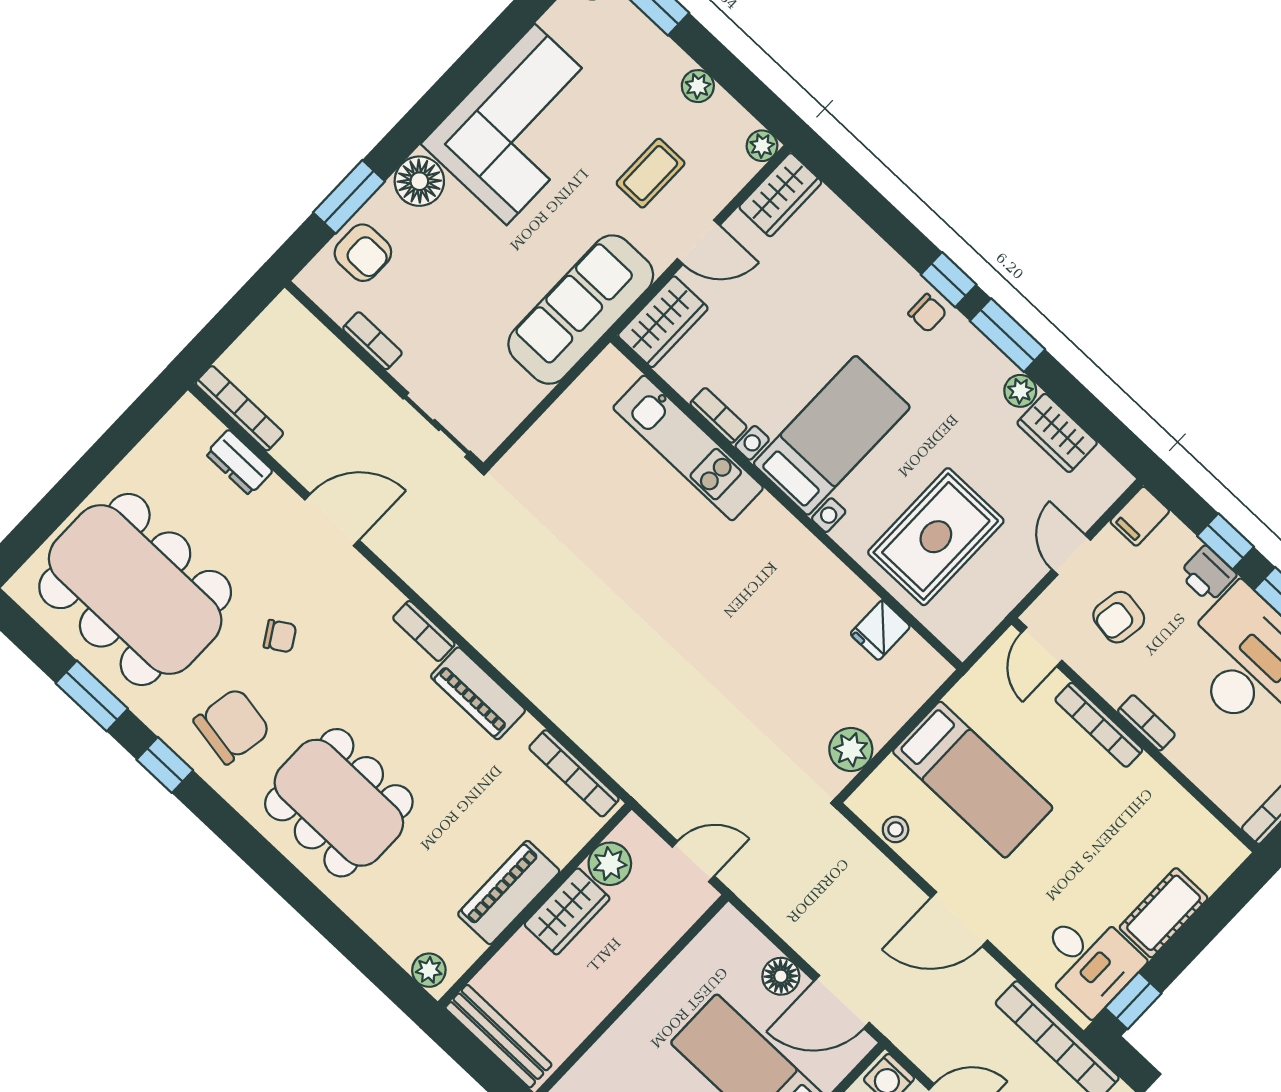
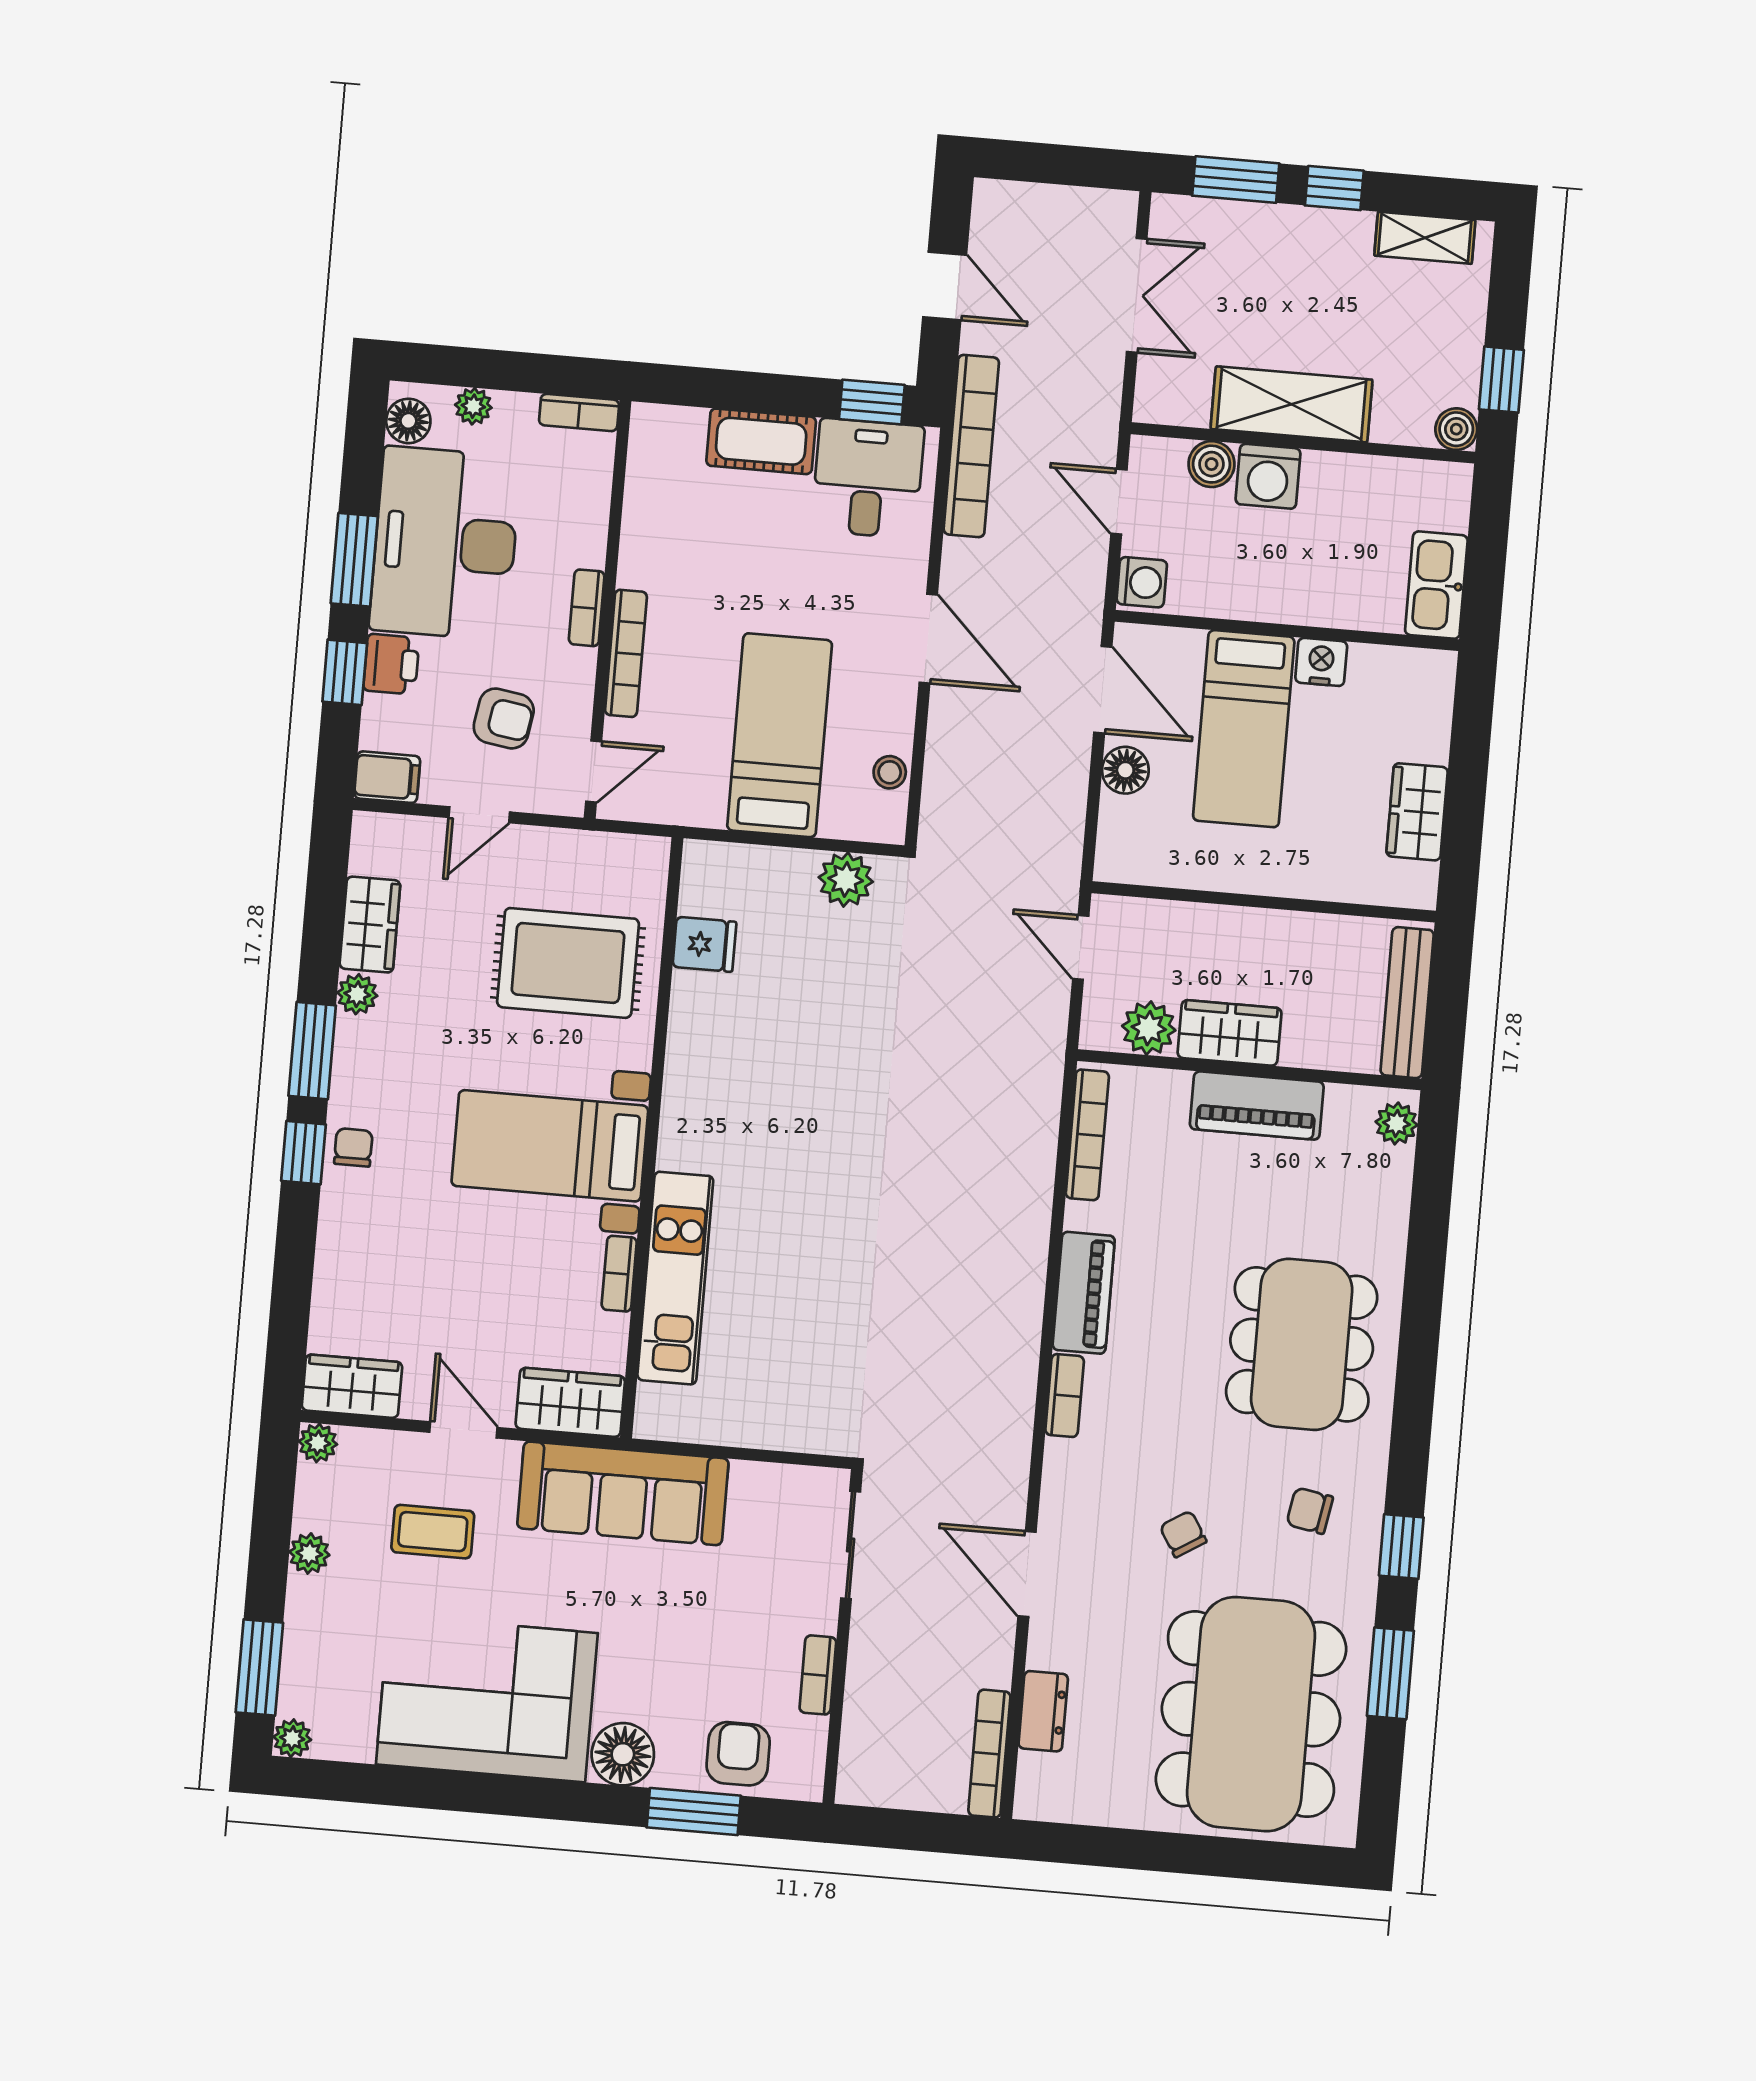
chair: (232, 726) -> (1310, 1511), width x0.54, depth x0.54

